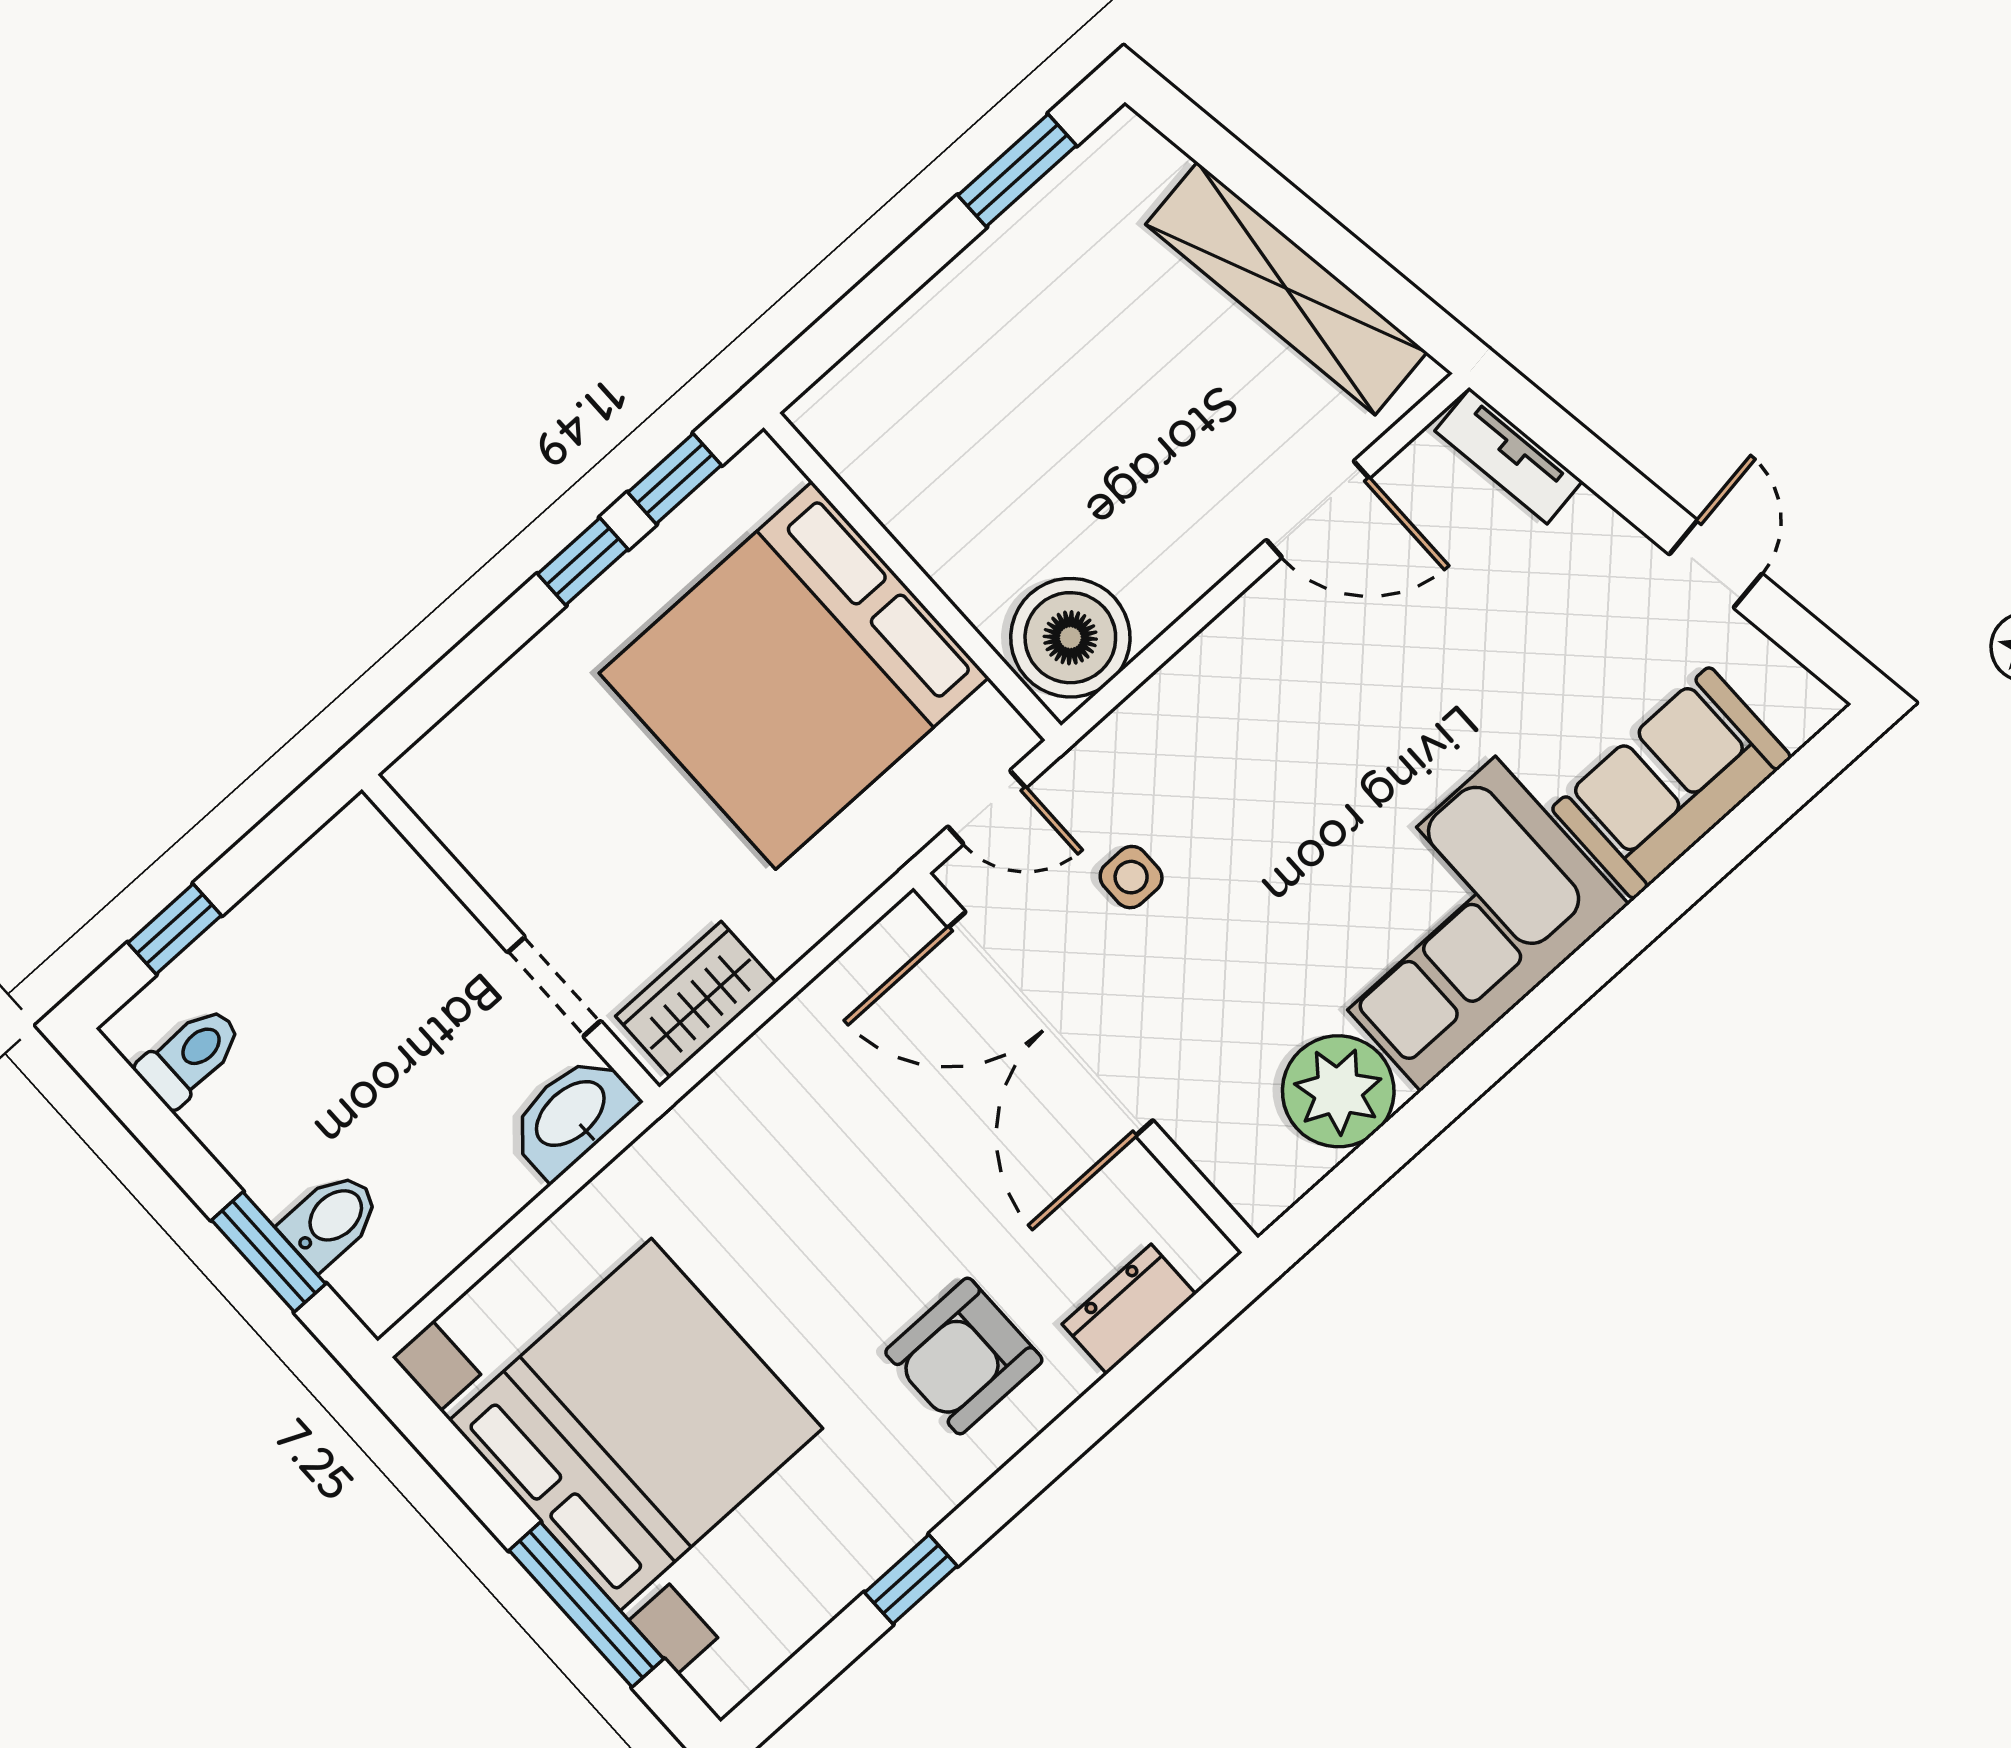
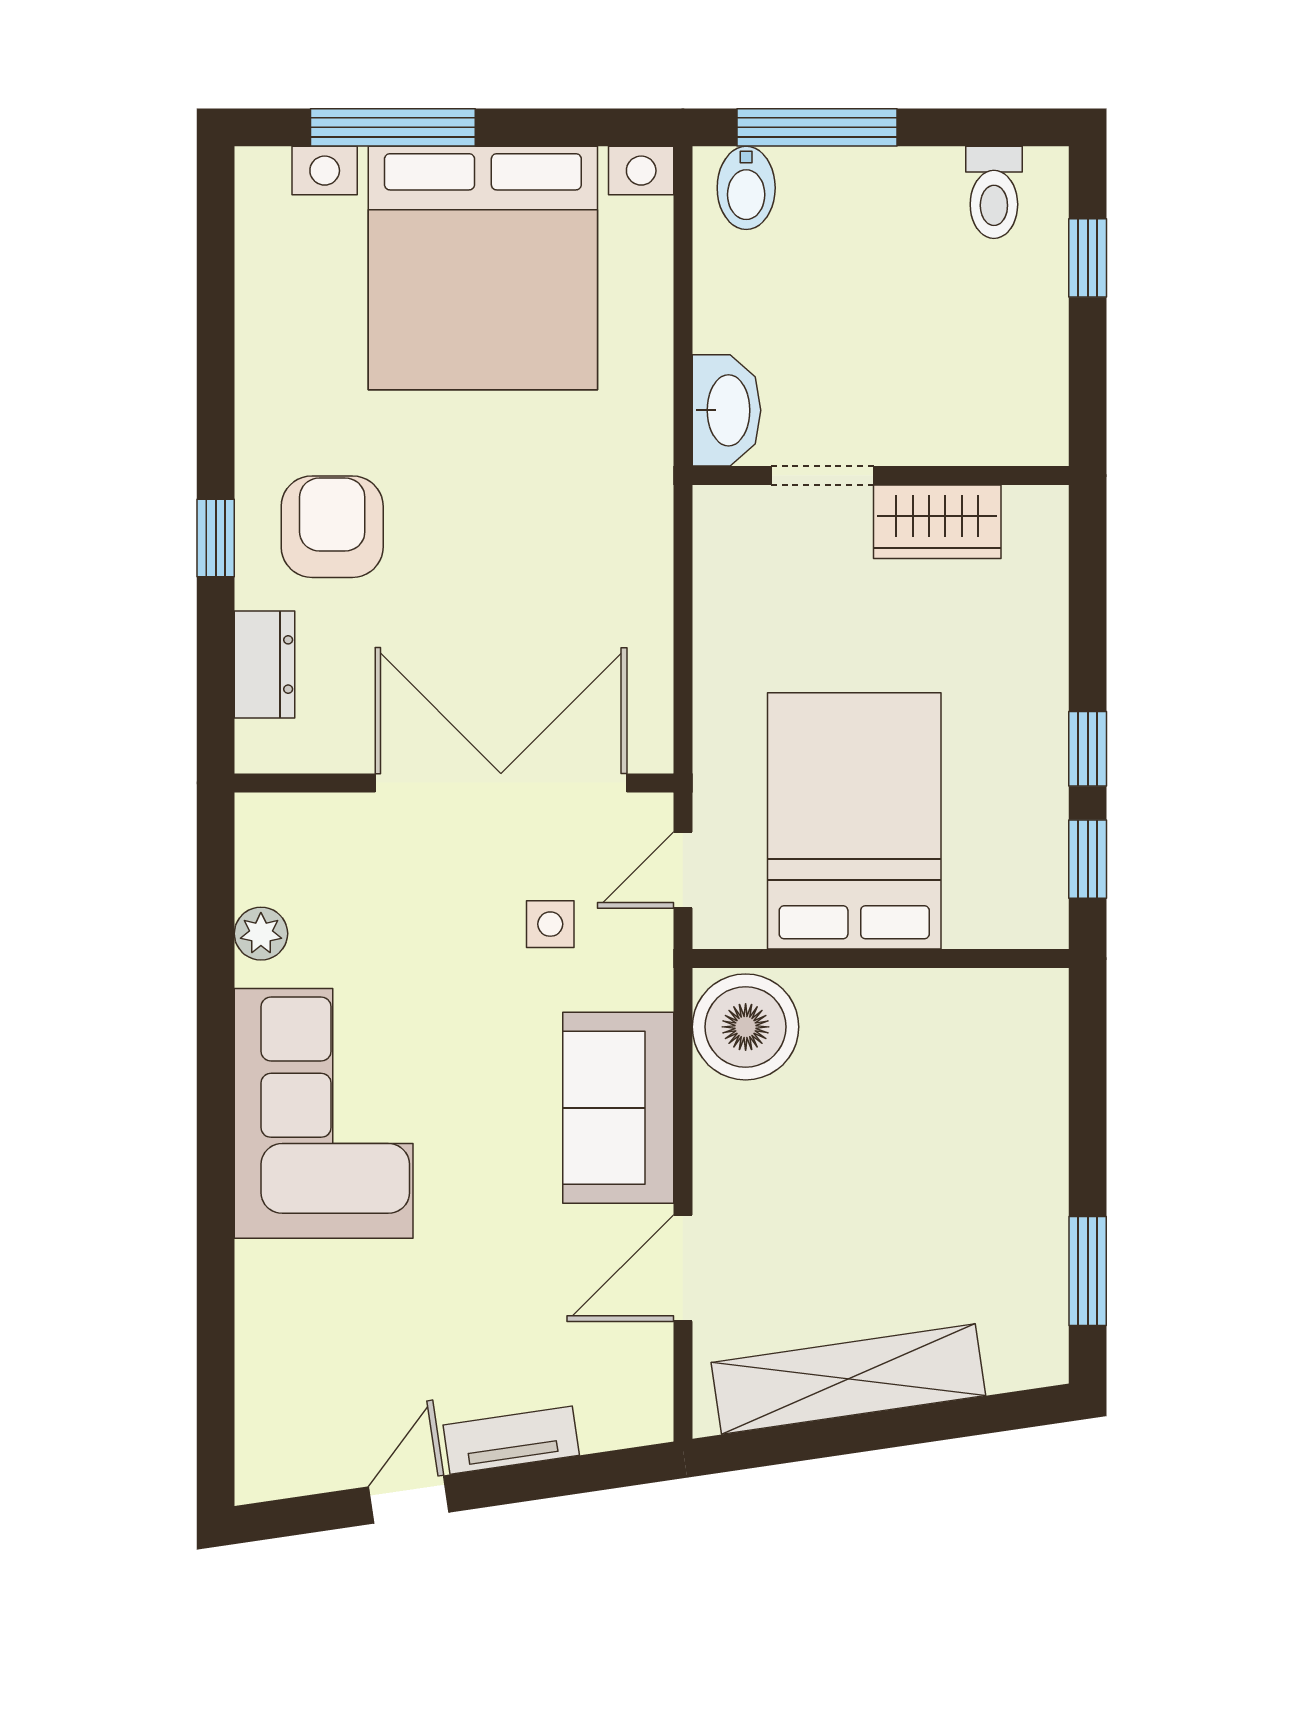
tv unit: (1509, 456) -> (511, 1440), moved
door: (1716, 564) -> (409, 1499), swing flipped
bed: (794, 675) -> (854, 821), width x0.73
sofa: (1671, 783) -> (618, 1108), moved, turned 180
wardrobe: (696, 999) -> (937, 522), moved, turned 90
plant: (1338, 1091) -> (261, 934), width x0.53, depth x0.53
bidet: (331, 1220) -> (746, 188), moved
window: (269, 1252) -> (817, 127), width x1.44
window: (911, 1579) -> (216, 538), moved

